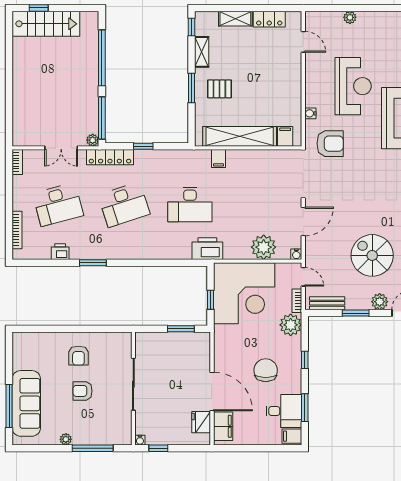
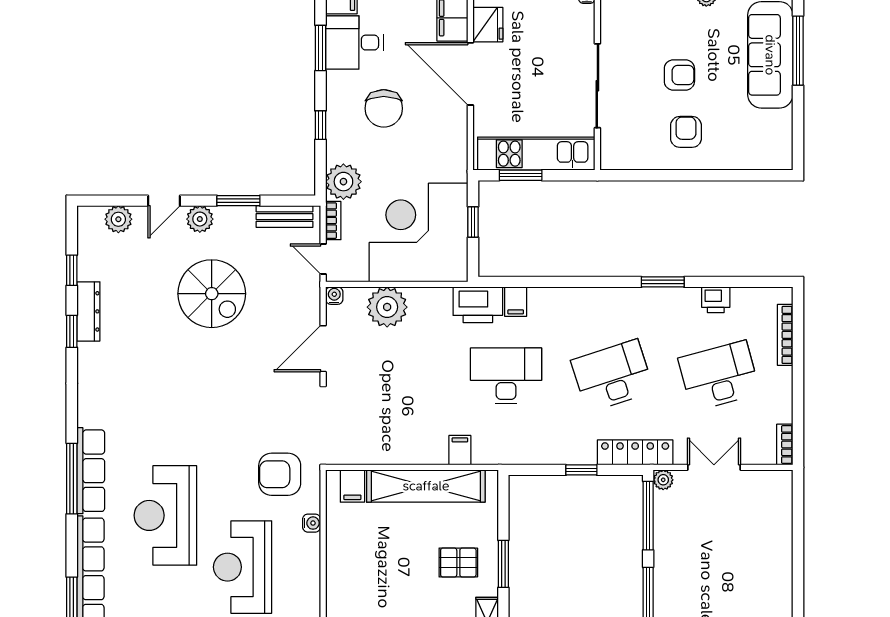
filing cabinet: (184, 250) -> (516, 302), added
kitchen unit: (171, 342) -> (536, 154), added

